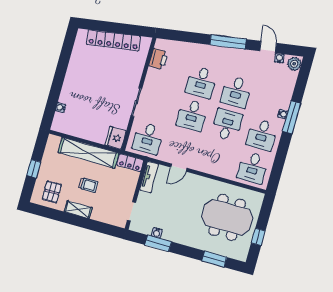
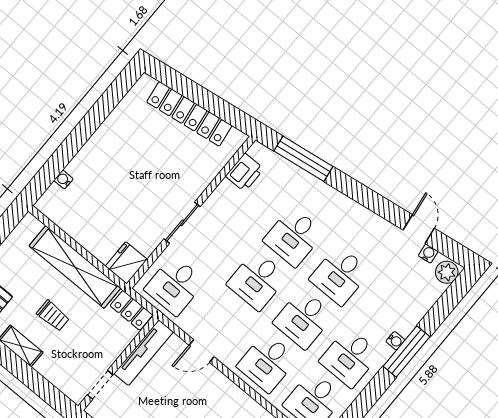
window: (228, 42) -> (303, 159), moved
desk: (227, 125) -> (304, 319), turned 180
desk: (218, 158) -> (267, 363), added
tv unit: (149, 177) -> (144, 353), width x1.41

